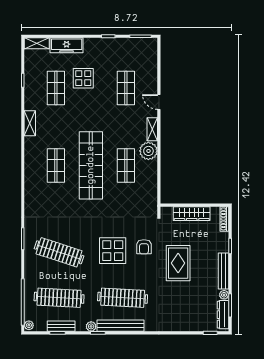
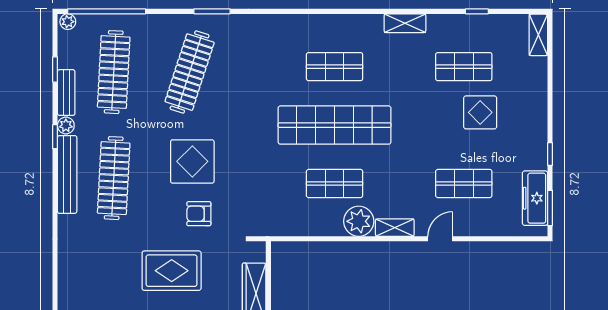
freezer: (67, 45) -> (535, 198), moved
bench: (61, 326) -> (66, 93), moved

